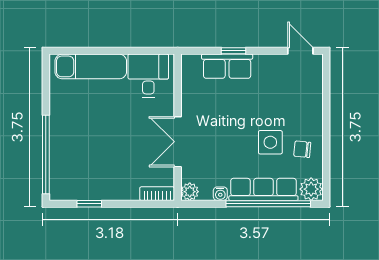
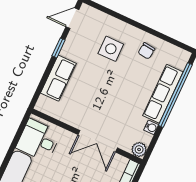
window: (234, 51) -> (59, 48), moved
side table: (270, 142) -> (111, 49), moved
plant: (311, 189) -> (179, 58), removed

